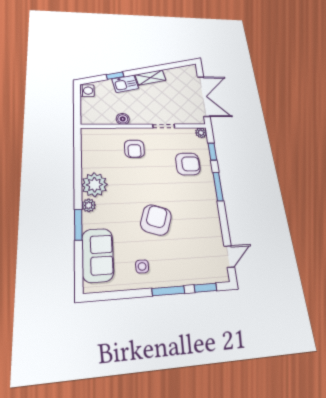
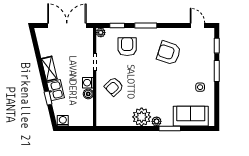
washing machine: (137, 119) -> (88, 83), added
armchair: (134, 149) -> (114, 87), turned 136
armchair: (156, 220) -> (169, 53), moved

